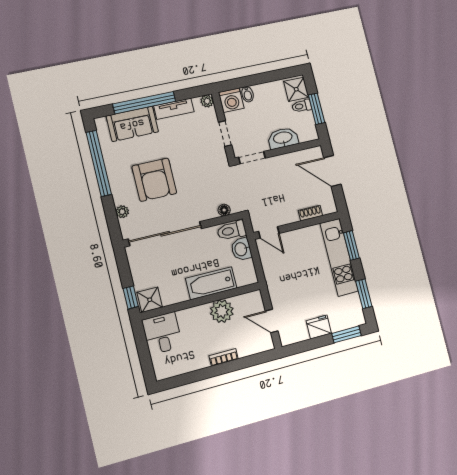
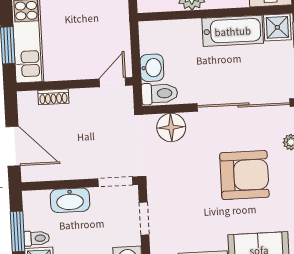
armchair: (154, 180) -> (244, 175), turned 90
floor lamp: (224, 210) -> (171, 127), width x1.89, depth x1.89
door: (269, 232) -> (112, 82), hinge flipped
bathtub: (211, 283) -> (233, 31), moved

